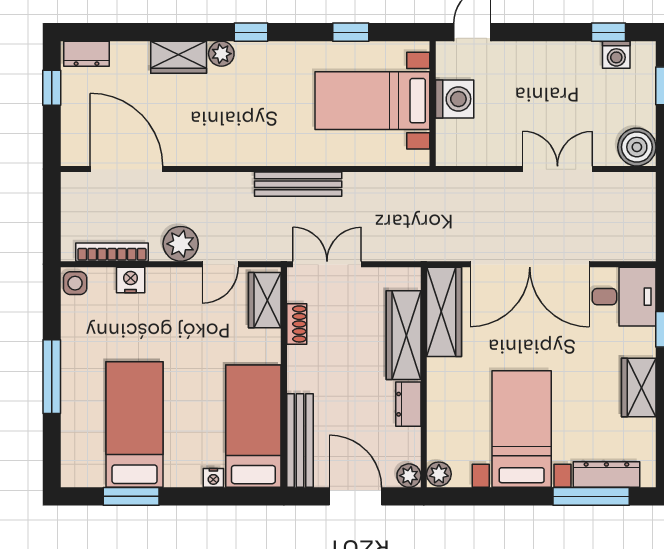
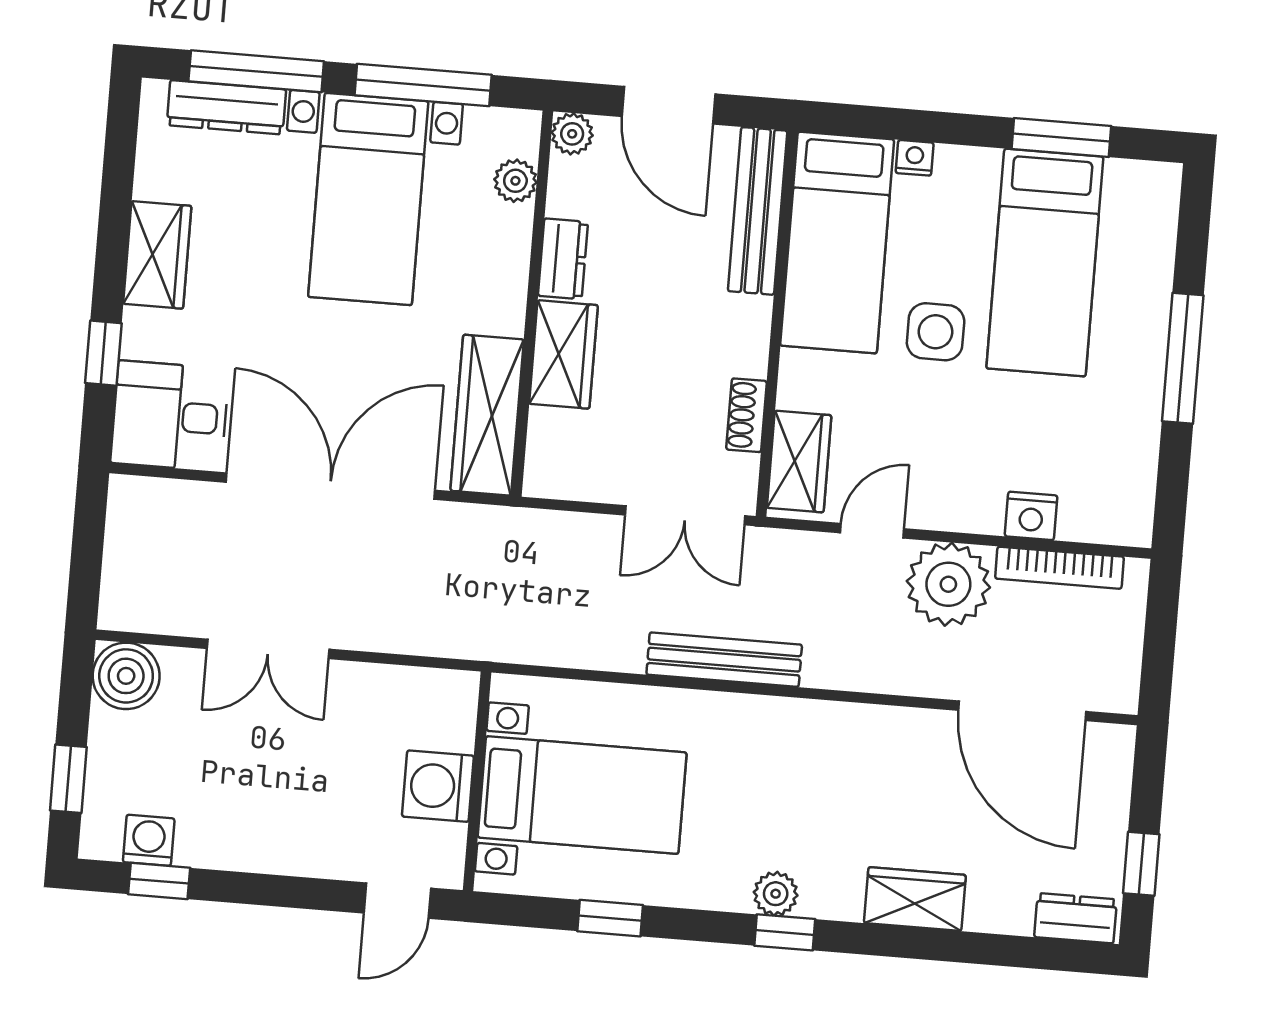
plant: (221, 54) -> (776, 894), moved
plant: (181, 244) -> (948, 584), width x1.36, depth x1.36
side table: (75, 283) -> (936, 332), moved, width x1.37, depth x1.37
wardrobe: (404, 335) -> (563, 354), width x0.67
plant: (439, 474) -> (515, 181), moved
window: (496, 496) -> (423, 85), added

